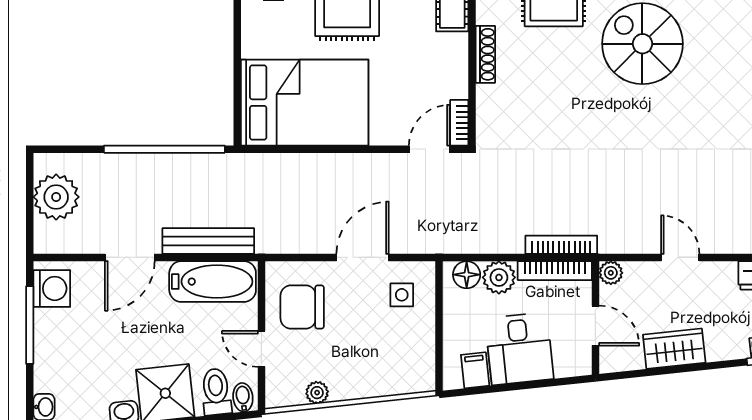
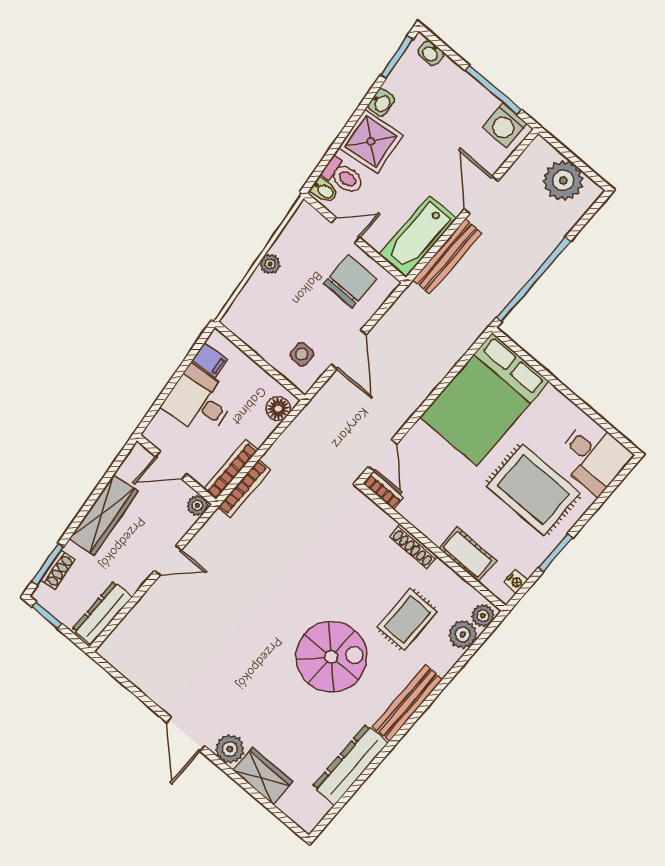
plant: (499, 277) -> (258, 429), removed
wardrobe: (674, 349) -> (104, 515), width x1.50
plant: (317, 393) -> (270, 264), moved

